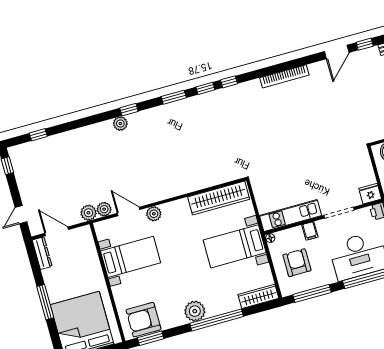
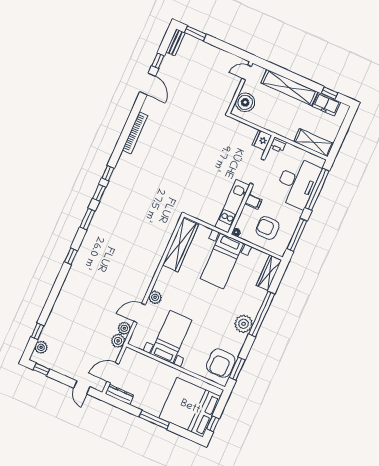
plant: (120, 124) -> (41, 347), moved

